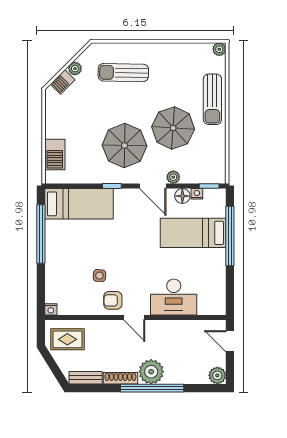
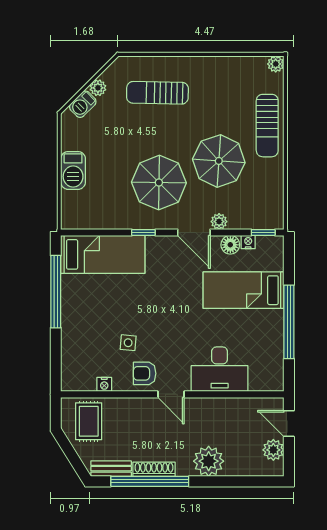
barbecue: (55, 155) -> (73, 170), moved
window: (230, 236) -> (289, 322), moved
nightstand: (51, 309) -> (104, 384), moved
rug: (67, 339) -> (89, 421), turned 90
plant: (151, 372) -> (209, 461), moved
plant: (217, 375) -> (273, 450), moved
window: (152, 388) -> (150, 481), moved

